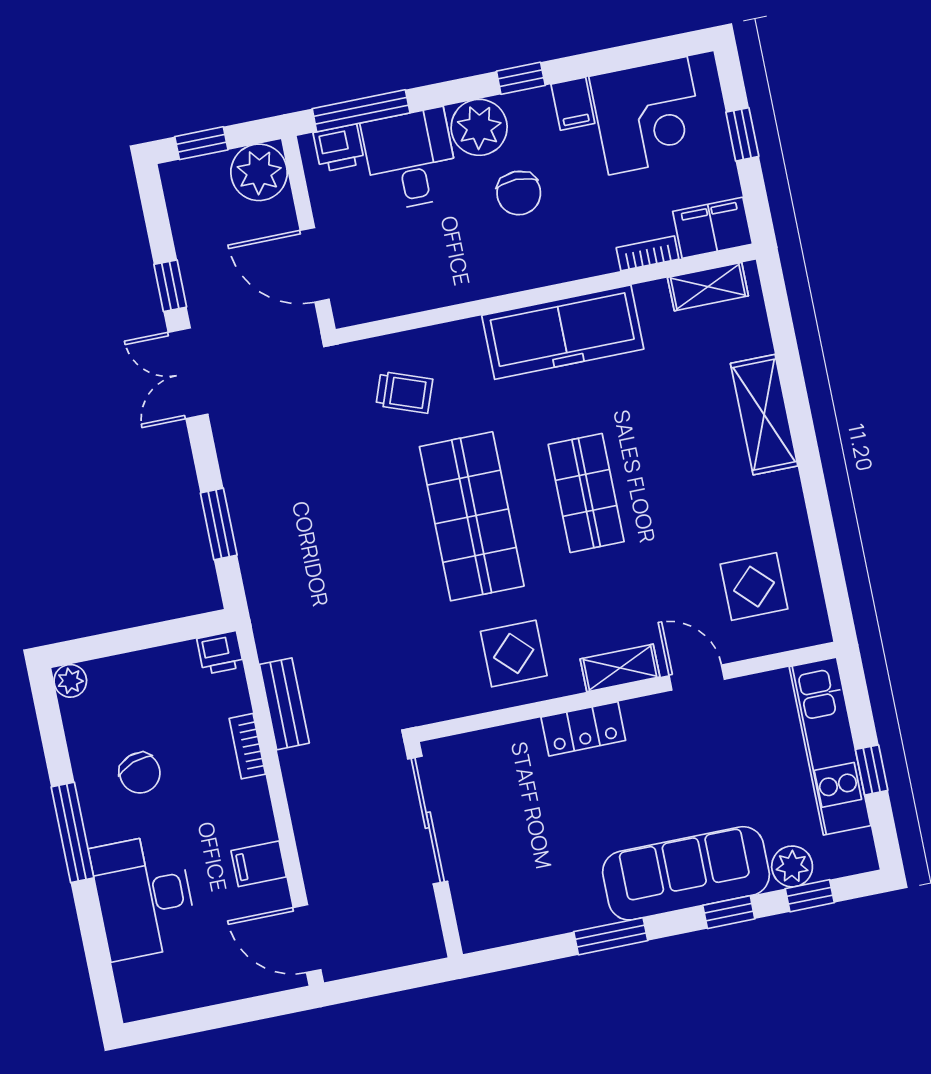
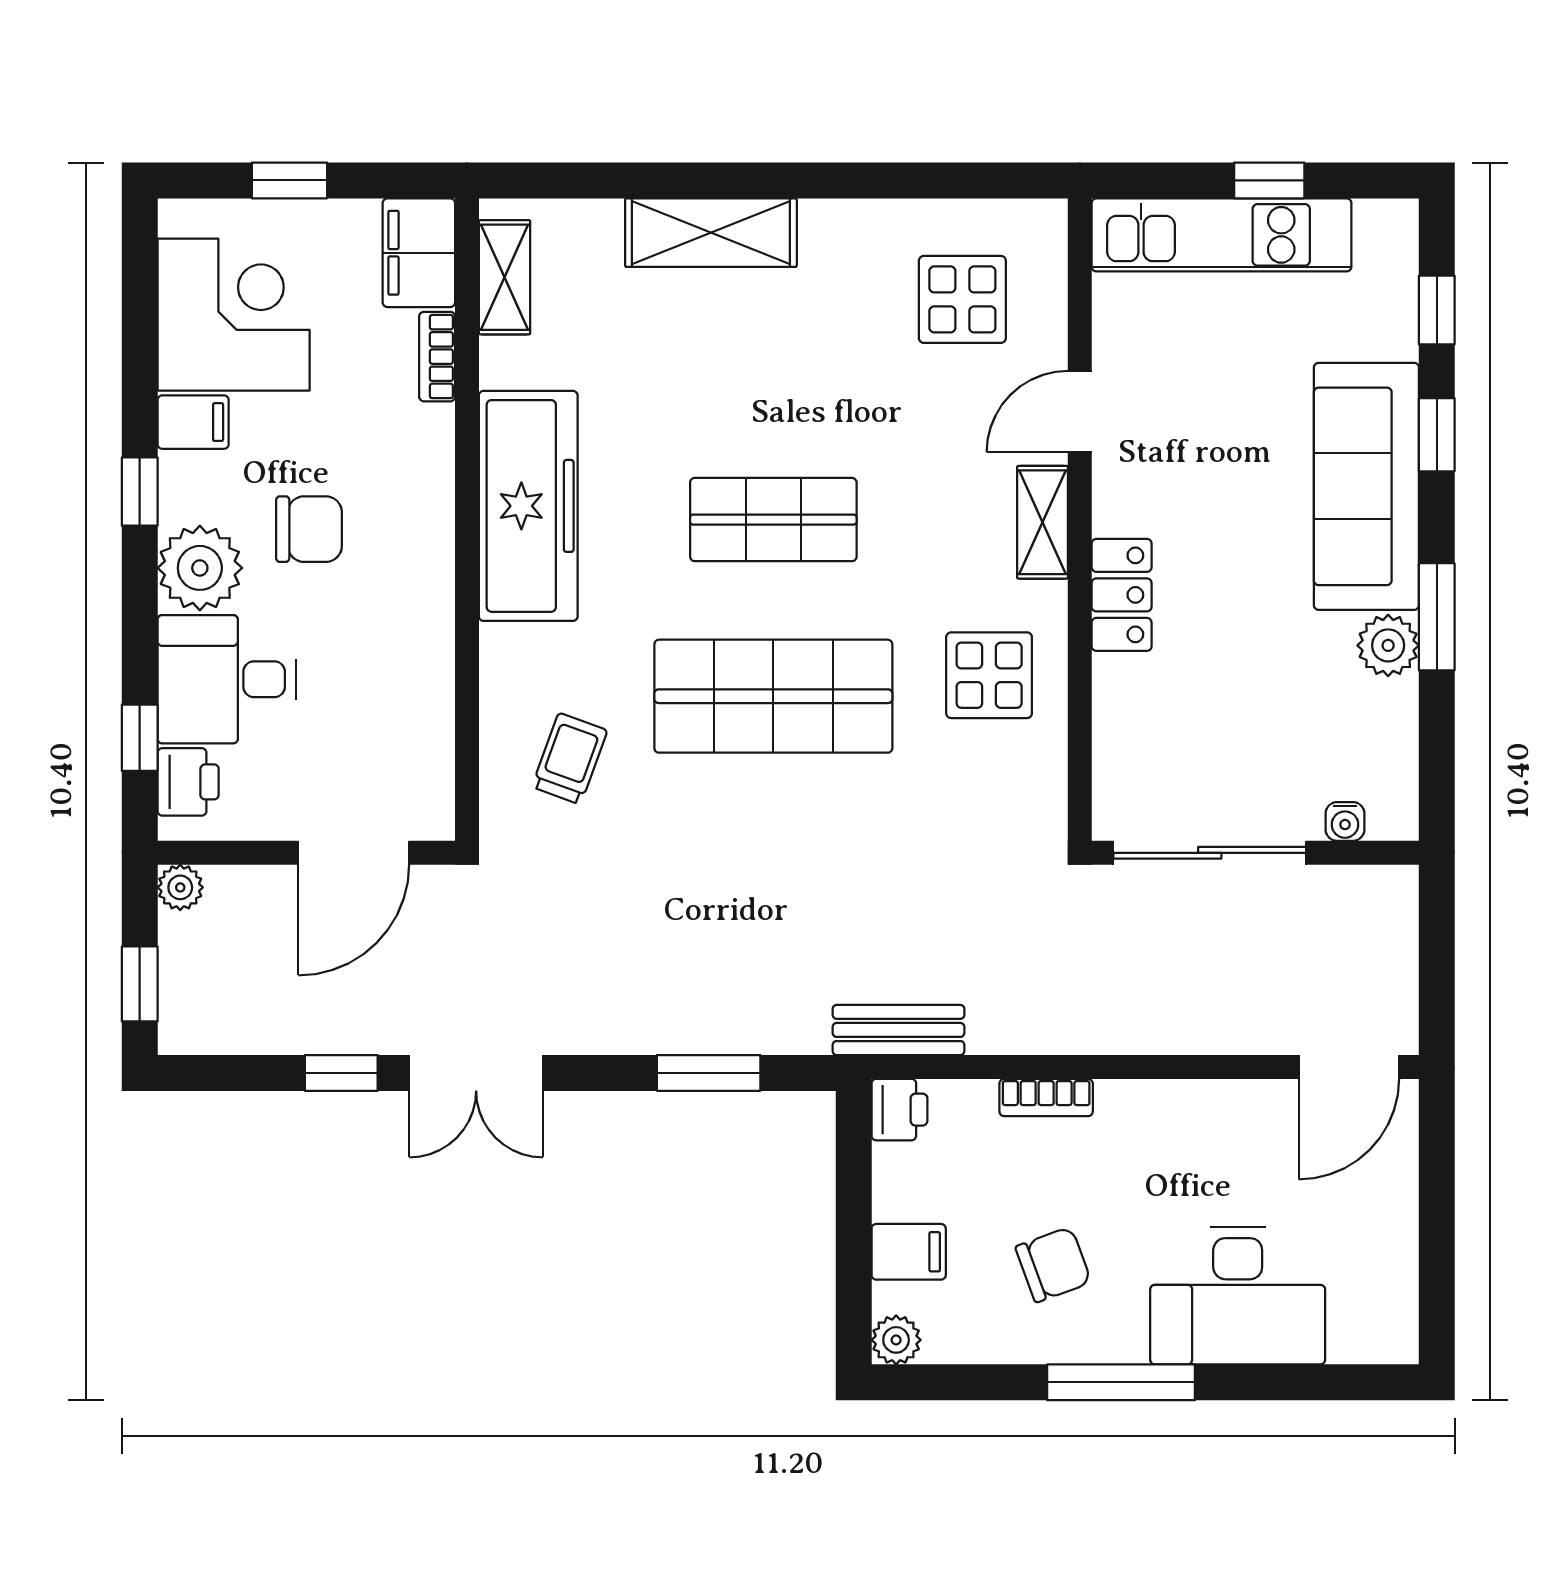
window: (361, 111) -> (140, 738), width x0.46
plant: (259, 172) -> (180, 887), width x0.53, depth x0.53
bench: (284, 704) -> (898, 1030), moved
filing cabinet: (259, 864) -> (909, 1252), moved, turned -90
plant: (792, 866) -> (1388, 645), moved
water cooler: (466, 904) -> (1345, 821), added

